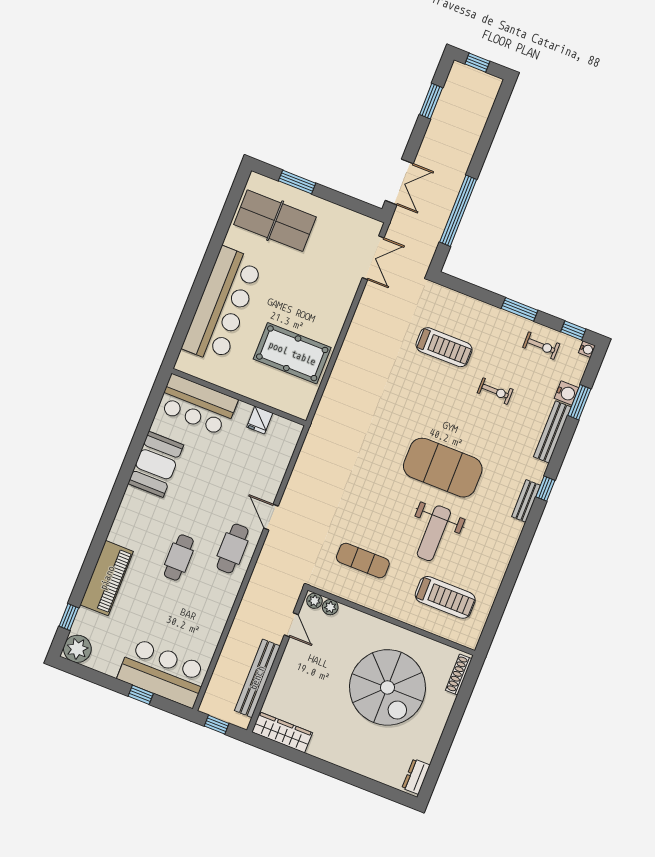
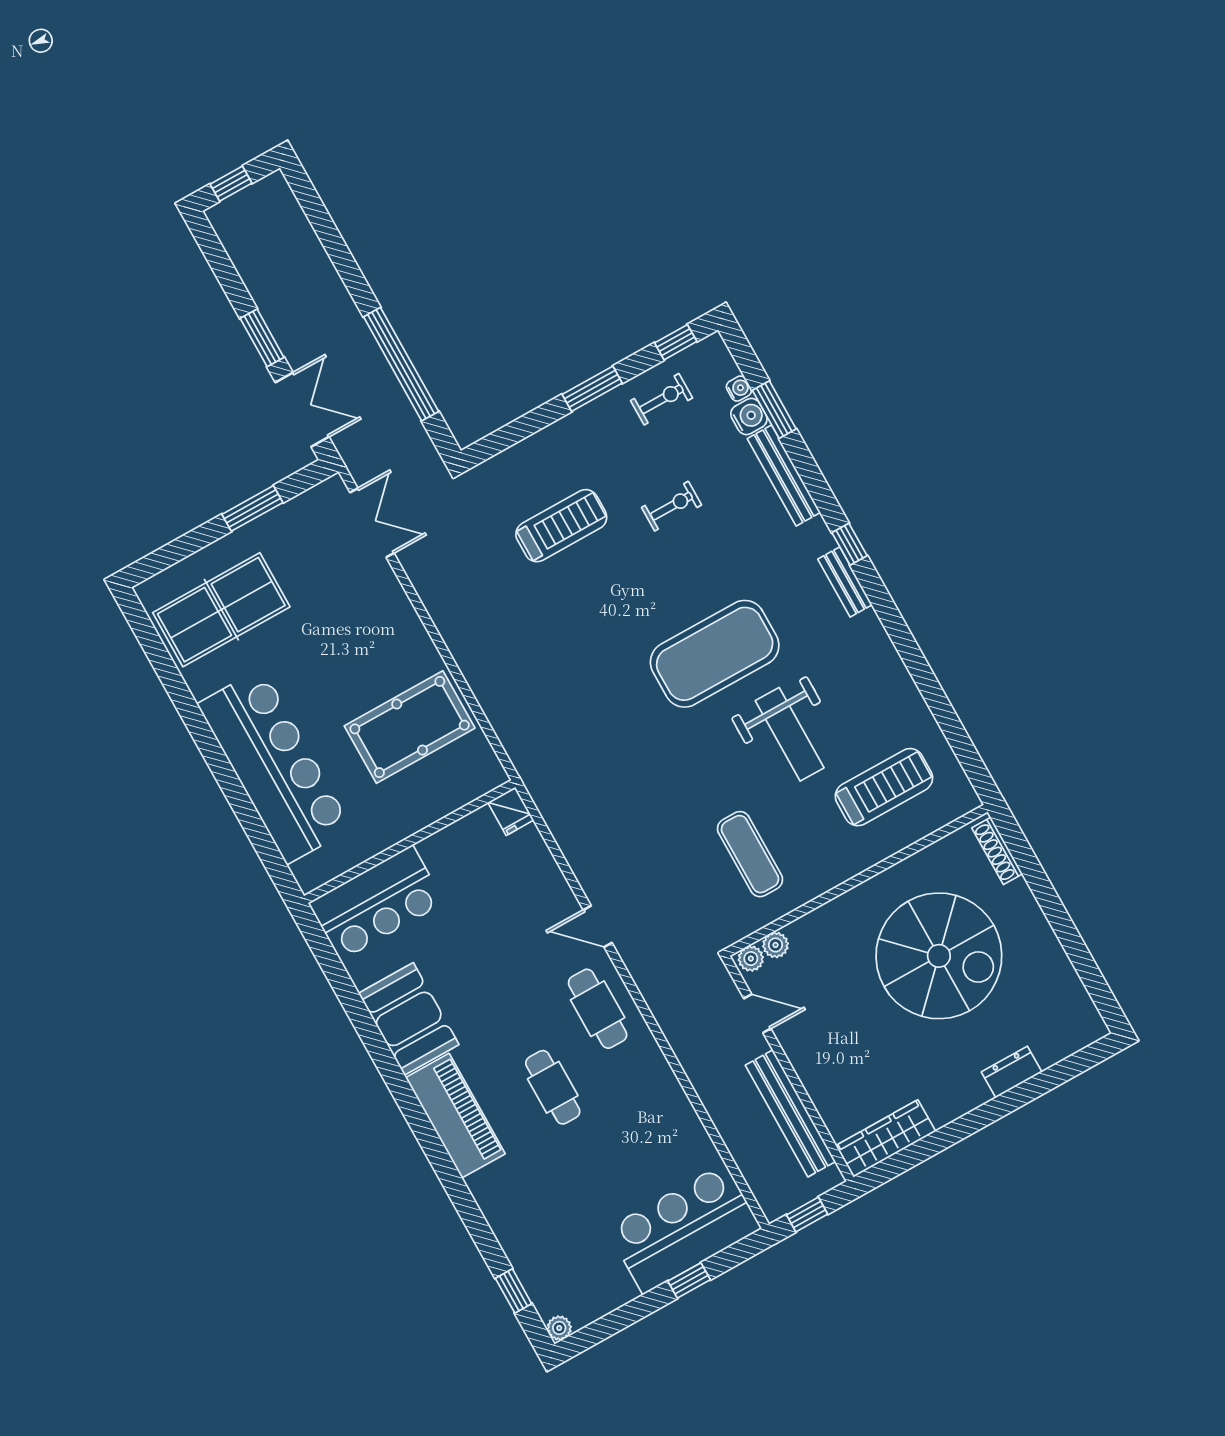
window: (431, 101) -> (262, 338), moved
window: (297, 182) -> (252, 508), moved
water cooler: (587, 349) -> (739, 389), moved
fridge: (260, 420) -> (511, 811), moved
exercise mat: (363, 561) -> (750, 854), turned 90
piano: (107, 578) -> (455, 1116), moved
plant: (77, 649) -> (559, 1328), width x0.53, depth x0.53
dresser: (416, 777) -> (1012, 1072), moved, turned 90

